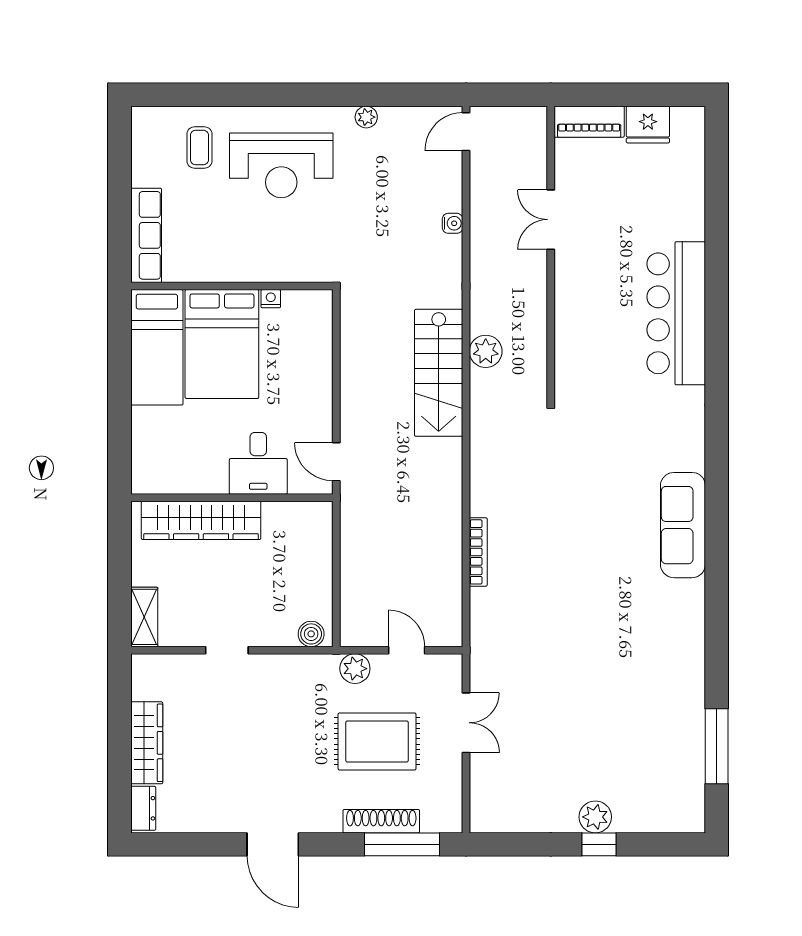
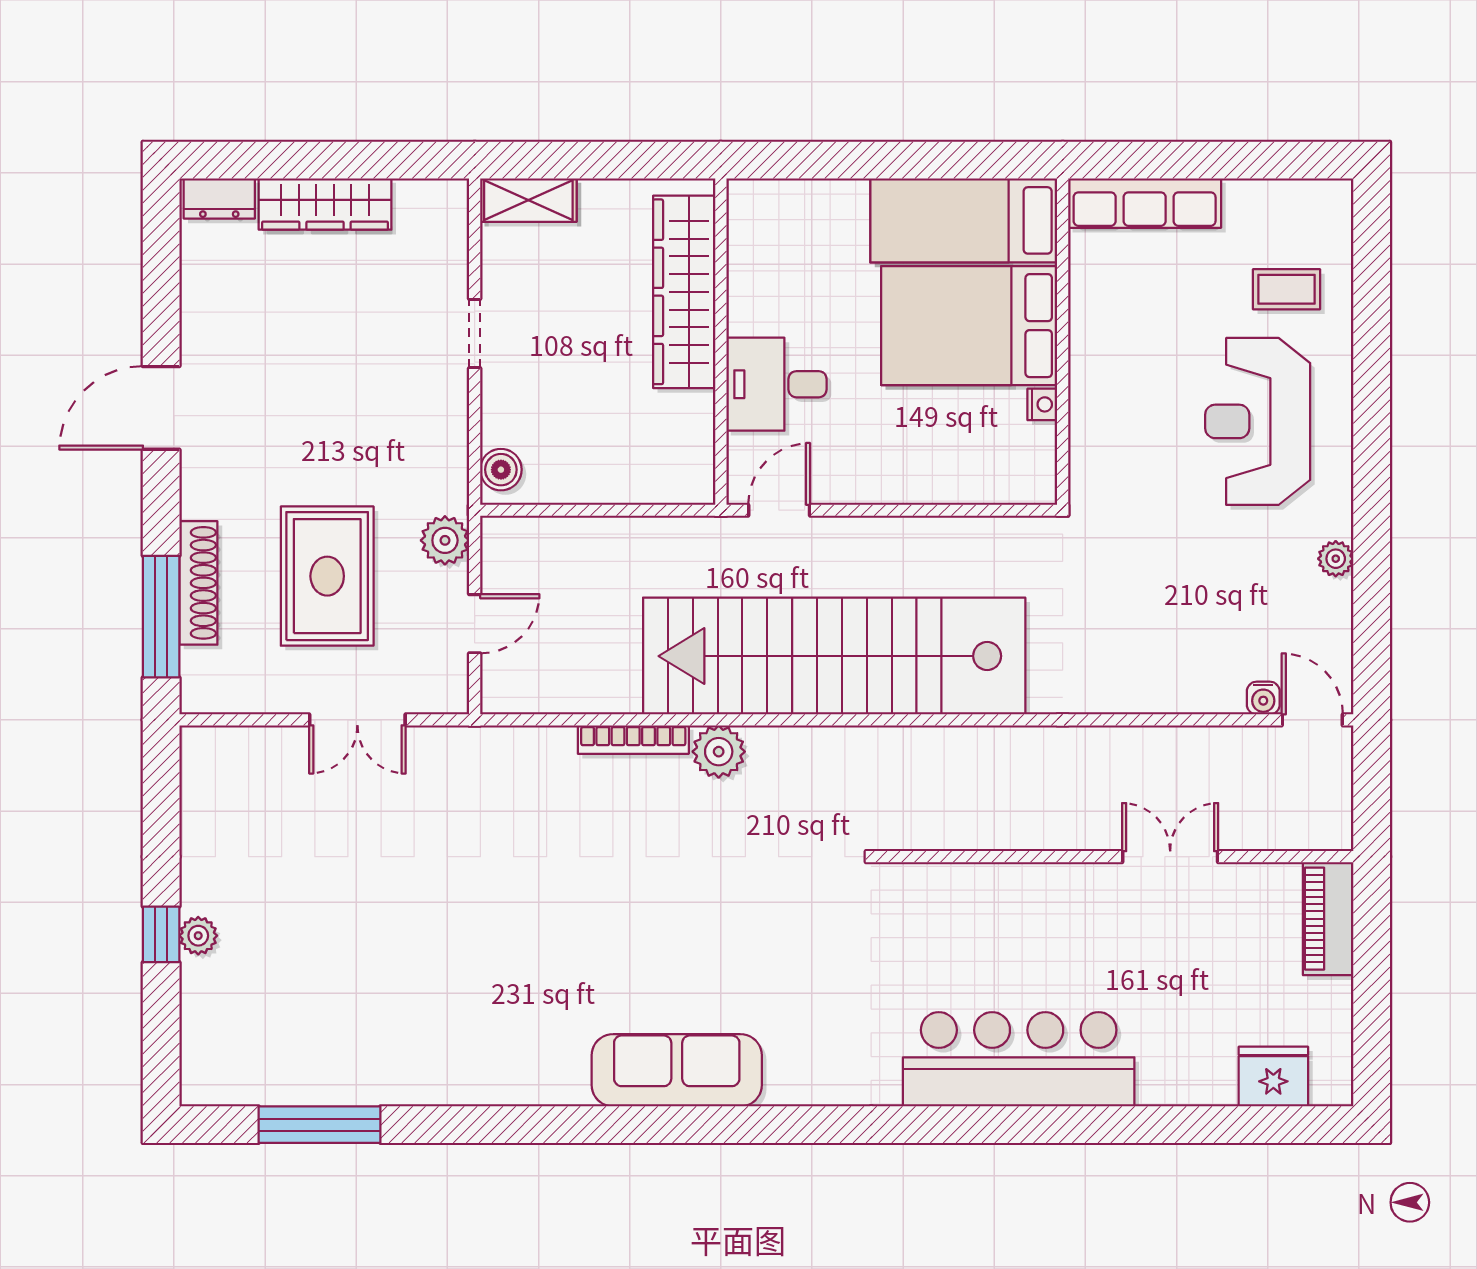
fridge: (648, 125) -> (1273, 1077), moved, turned 90
water cooler: (453, 223) -> (1263, 698), moved
plant: (486, 351) -> (719, 752), moved
stairs: (439, 373) -> (834, 656), width x1.86, depth x1.51
plant: (595, 817) -> (198, 936), width x0.73, depth x0.73

